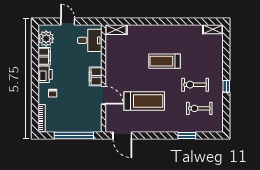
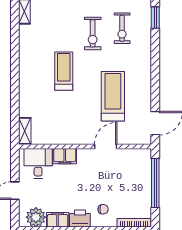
treadmill: (165, 61) -> (64, 71), turned 180
filing cabinet: (96, 76) -> (65, 156), moved
window: (187, 135) -> (155, 18), moved

